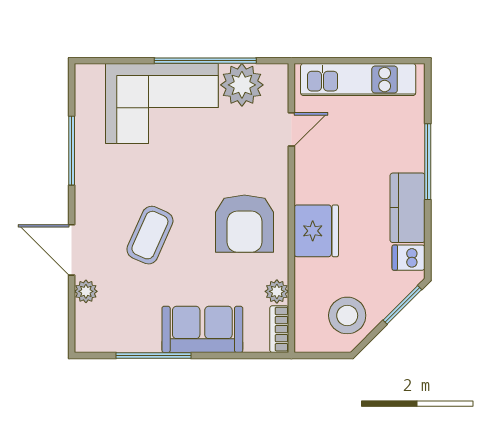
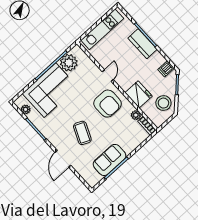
door: (291, 129) -> (108, 76), moved
kitchen counter: (408, 208) -> (142, 44), moved
fridge: (316, 231) -> (139, 94), moved
door: (72, 250) -> (63, 159), hinge flipped
plant: (86, 291) -> (26, 109), moved
sofa: (202, 329) -> (110, 160), moved

